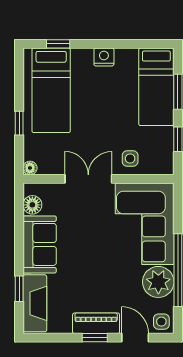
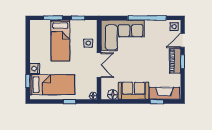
nightstand: (104, 57) -> (35, 69), moved
bed: (156, 87) -> (60, 41), moved, turned 90
double door: (88, 179) -> (99, 65), swing flipped
plant: (158, 282) -> (153, 28), removed

